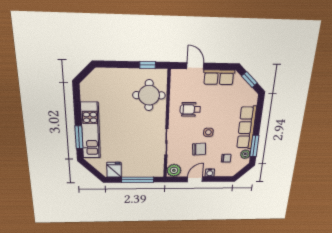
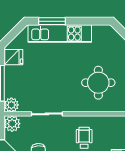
round table: (149, 95) -> (98, 83), moved
plant: (157, 171) -> (11, 105), added

